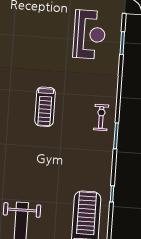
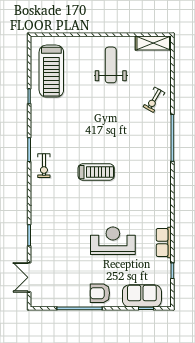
reception desk: (89, 34) -> (113, 241), moved, turned 90
treadmill: (45, 107) -> (96, 172), turned 90

